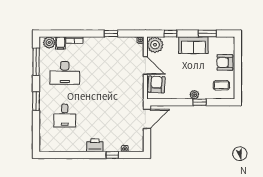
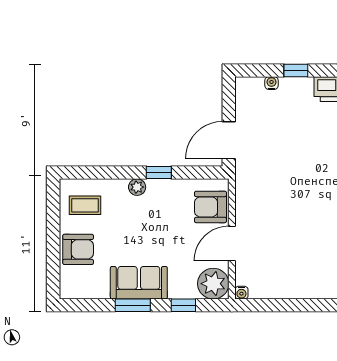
window: (111, 34) -> (298, 305), removed
window: (207, 34) -> (133, 305), moved
door: (145, 65) -> (232, 244), hinge flipped
armchair: (156, 84) -> (210, 207), turned 87
window: (200, 102) -> (159, 173), moved

